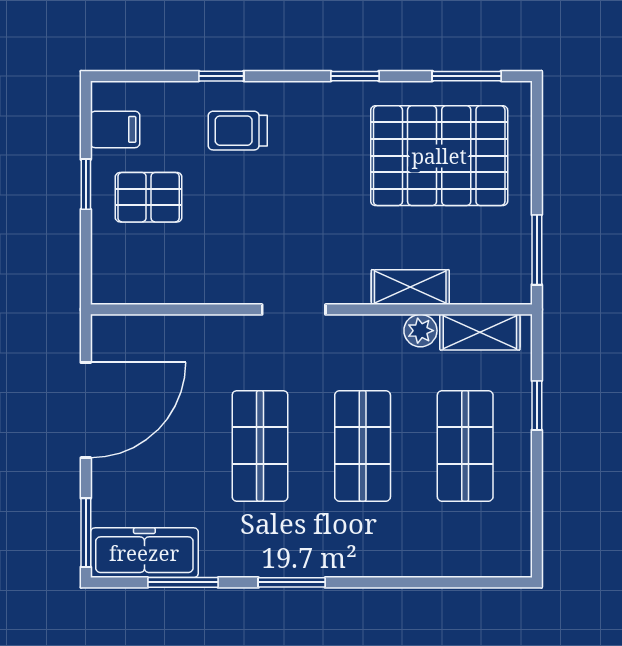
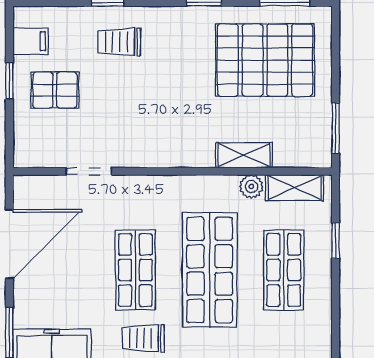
doorway: (294, 309) -> (89, 171), moved
shop shelf: (363, 446) -> (210, 270), width x1.43, depth x1.36
trolley: (271, 540) -> (143, 338), added

